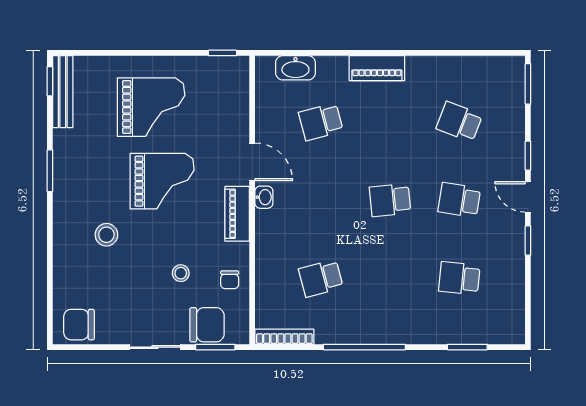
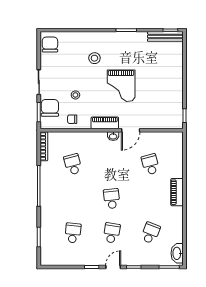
washbasin: (295, 68) -> (177, 253), moved
grand piano: (151, 107) -> (158, 80), removed
chair: (207, 325) -> (50, 108), turned 180

